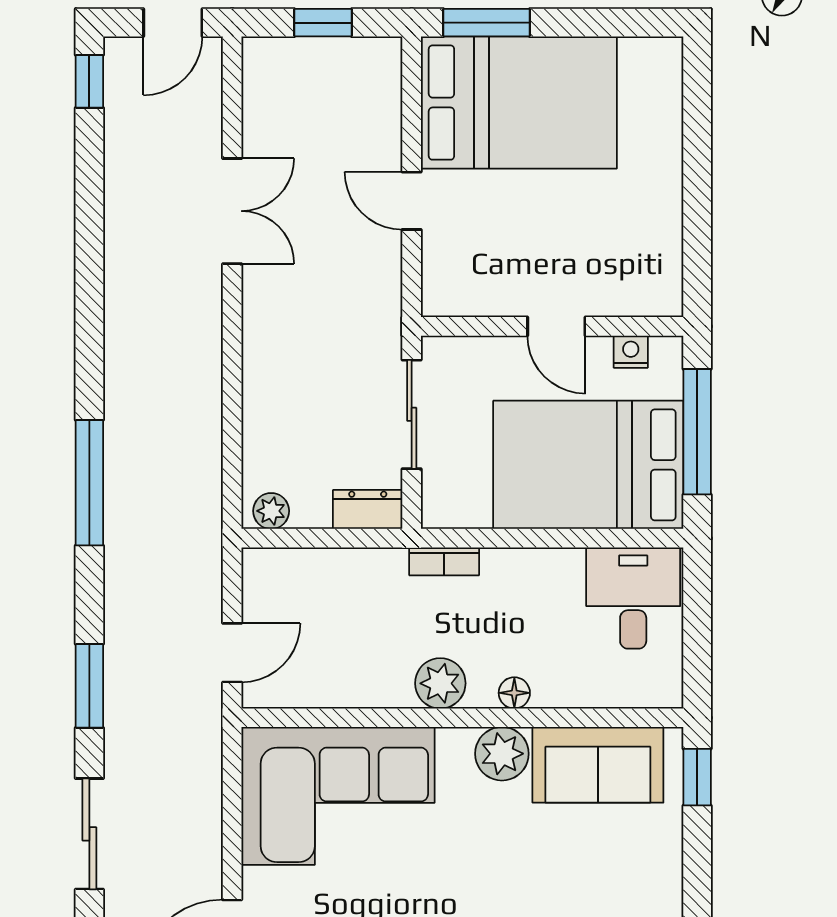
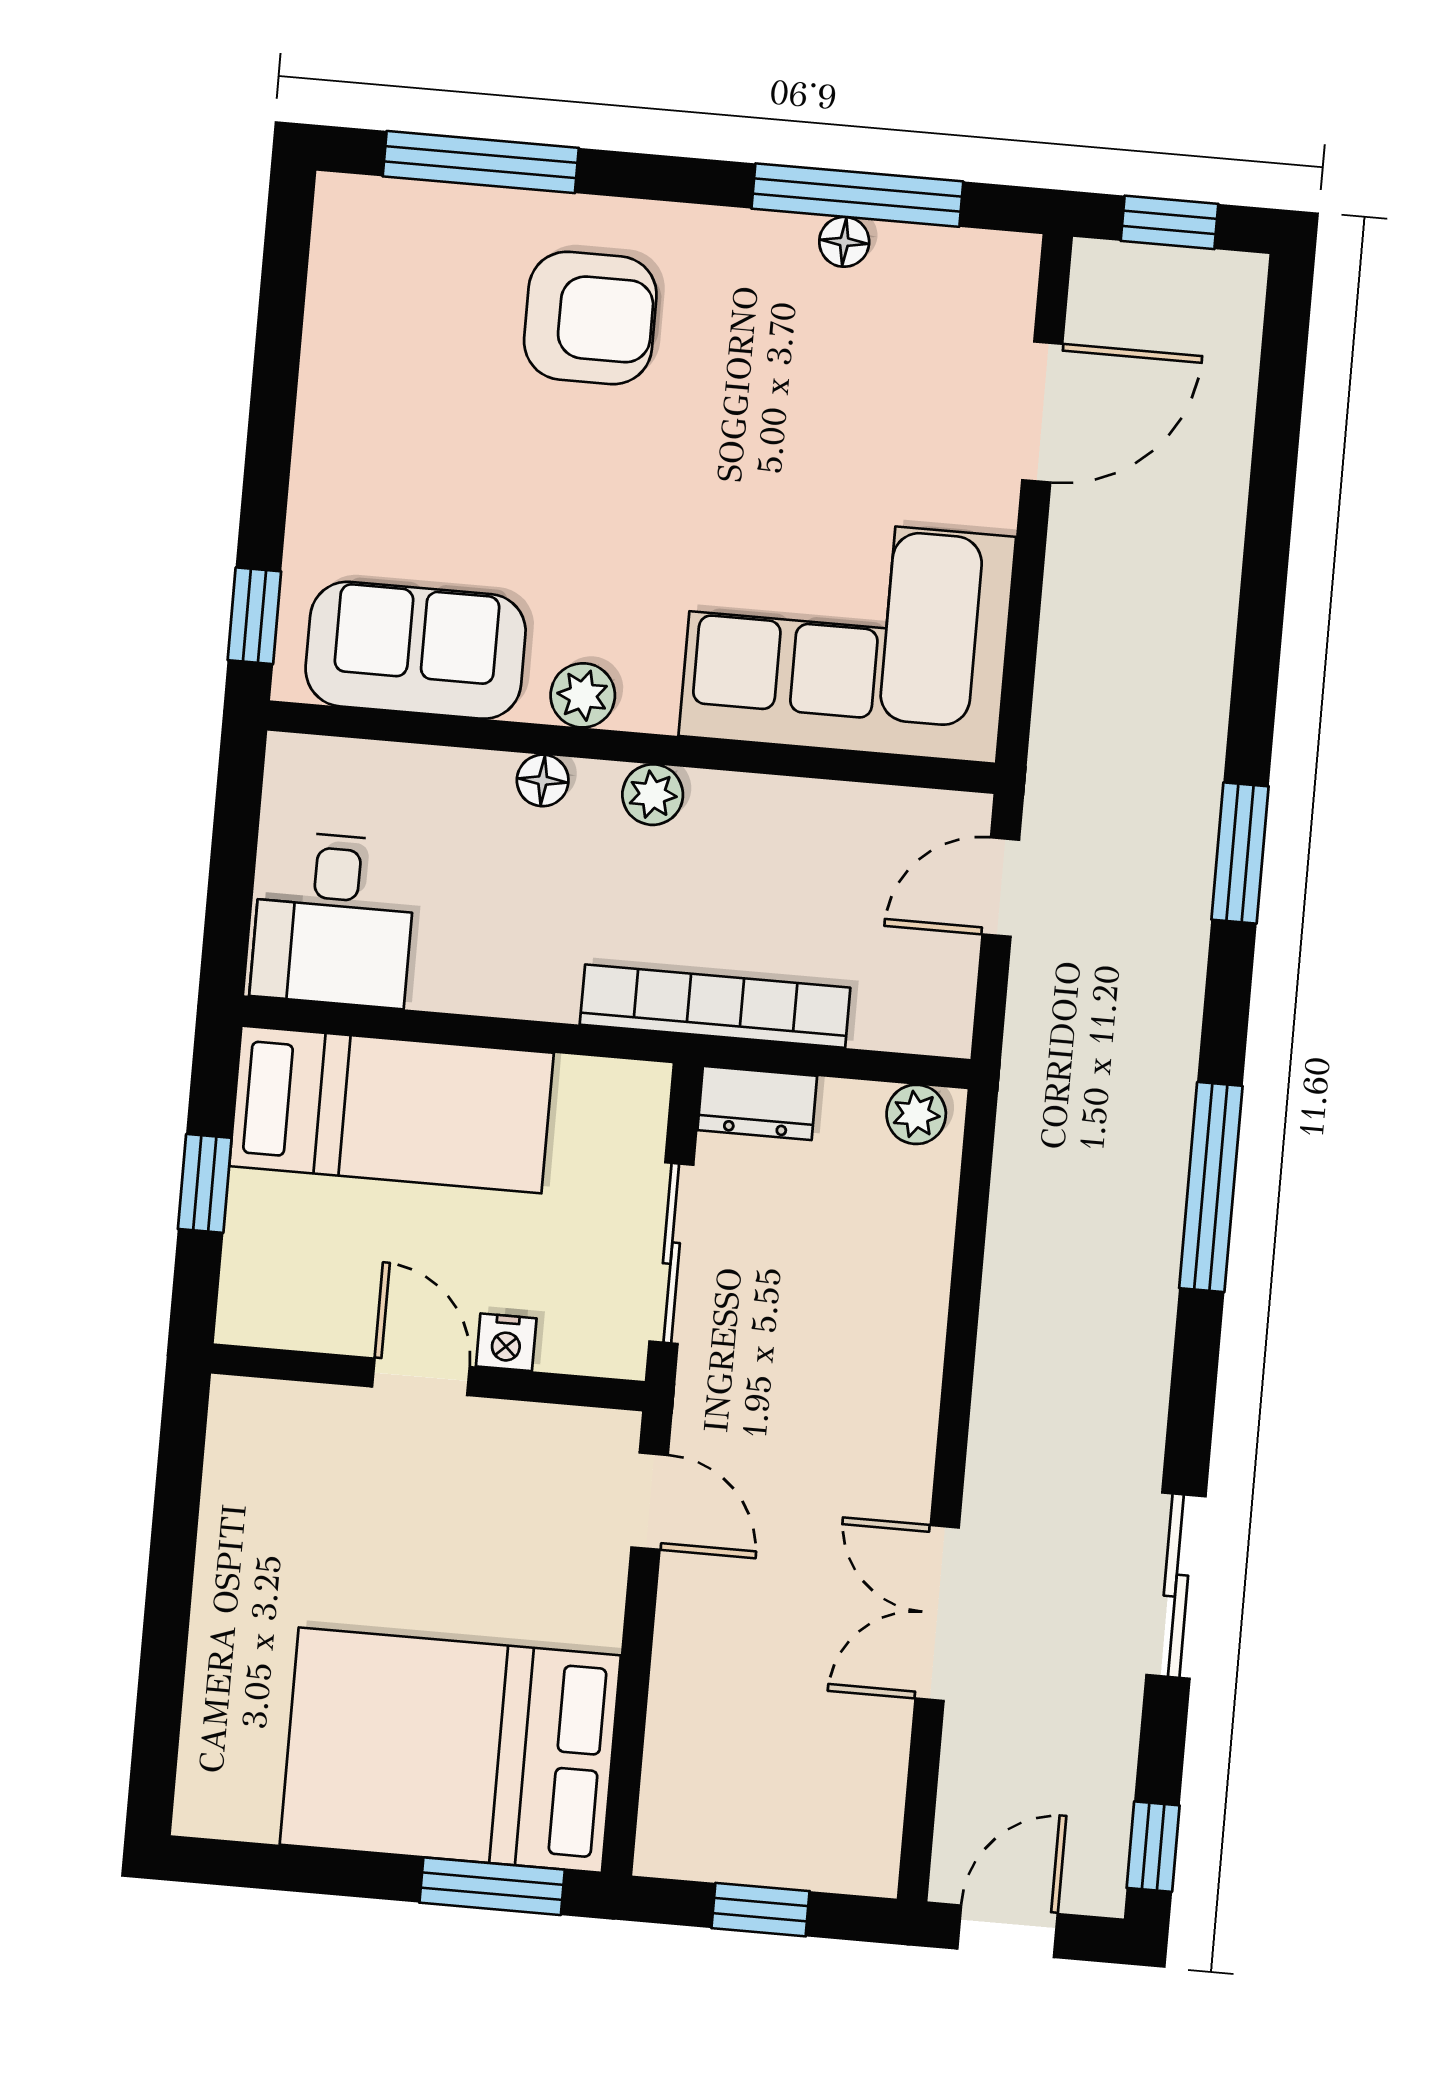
door: (412, 201) -> (650, 1501), moved
nightstand: (631, 352) -> (506, 1342), moved
window: (697, 432) -> (205, 1183), width x0.46
bed: (588, 465) -> (391, 1110), width x0.67
bookcase: (444, 561) -> (715, 1006), width x2.31, depth x1.31
plant: (440, 683) -> (653, 795), width x0.73, depth x0.73
plant: (502, 754) -> (583, 695), width x0.73, depth x0.73
sliding door: (89, 834) -> (1176, 1586), moved

